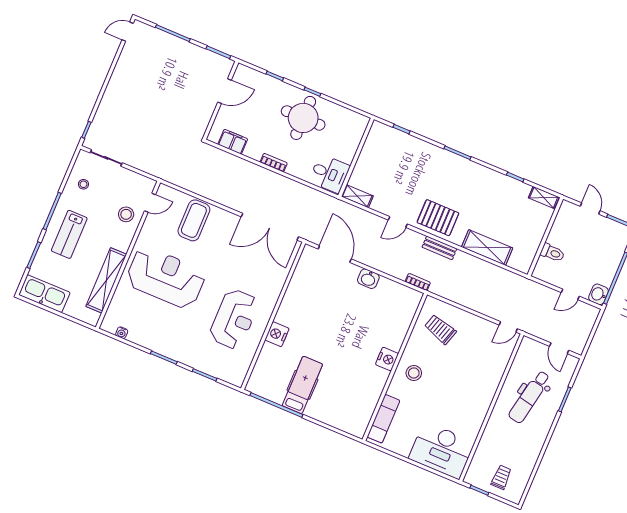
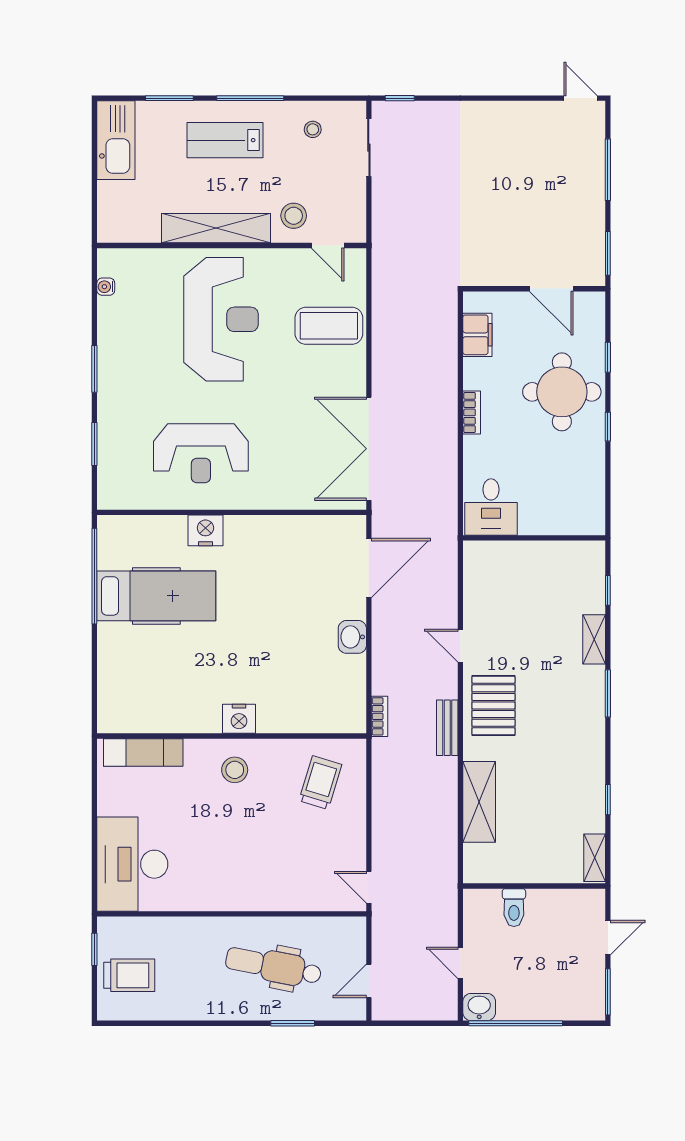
round table: (303, 118) -> (562, 392), moved
shelving: (357, 196) -> (594, 639), moved
shelving: (106, 280) -> (216, 228), moved
hospital bed: (302, 385) -> (156, 596), width x1.37, depth x1.29
trolley: (501, 477) -> (129, 975), width x1.36, depth x1.39

